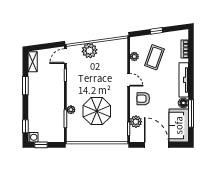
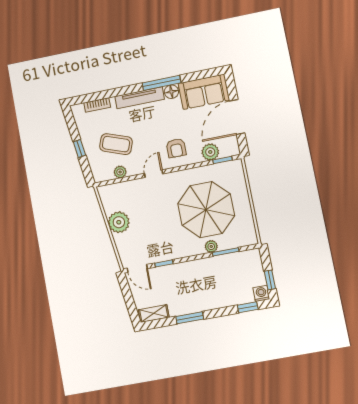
plant: (89, 51) -> (119, 222), moved
parasol: (97, 111) -> (206, 210), width x1.36, depth x1.36
window: (191, 113) -> (162, 83), moved

